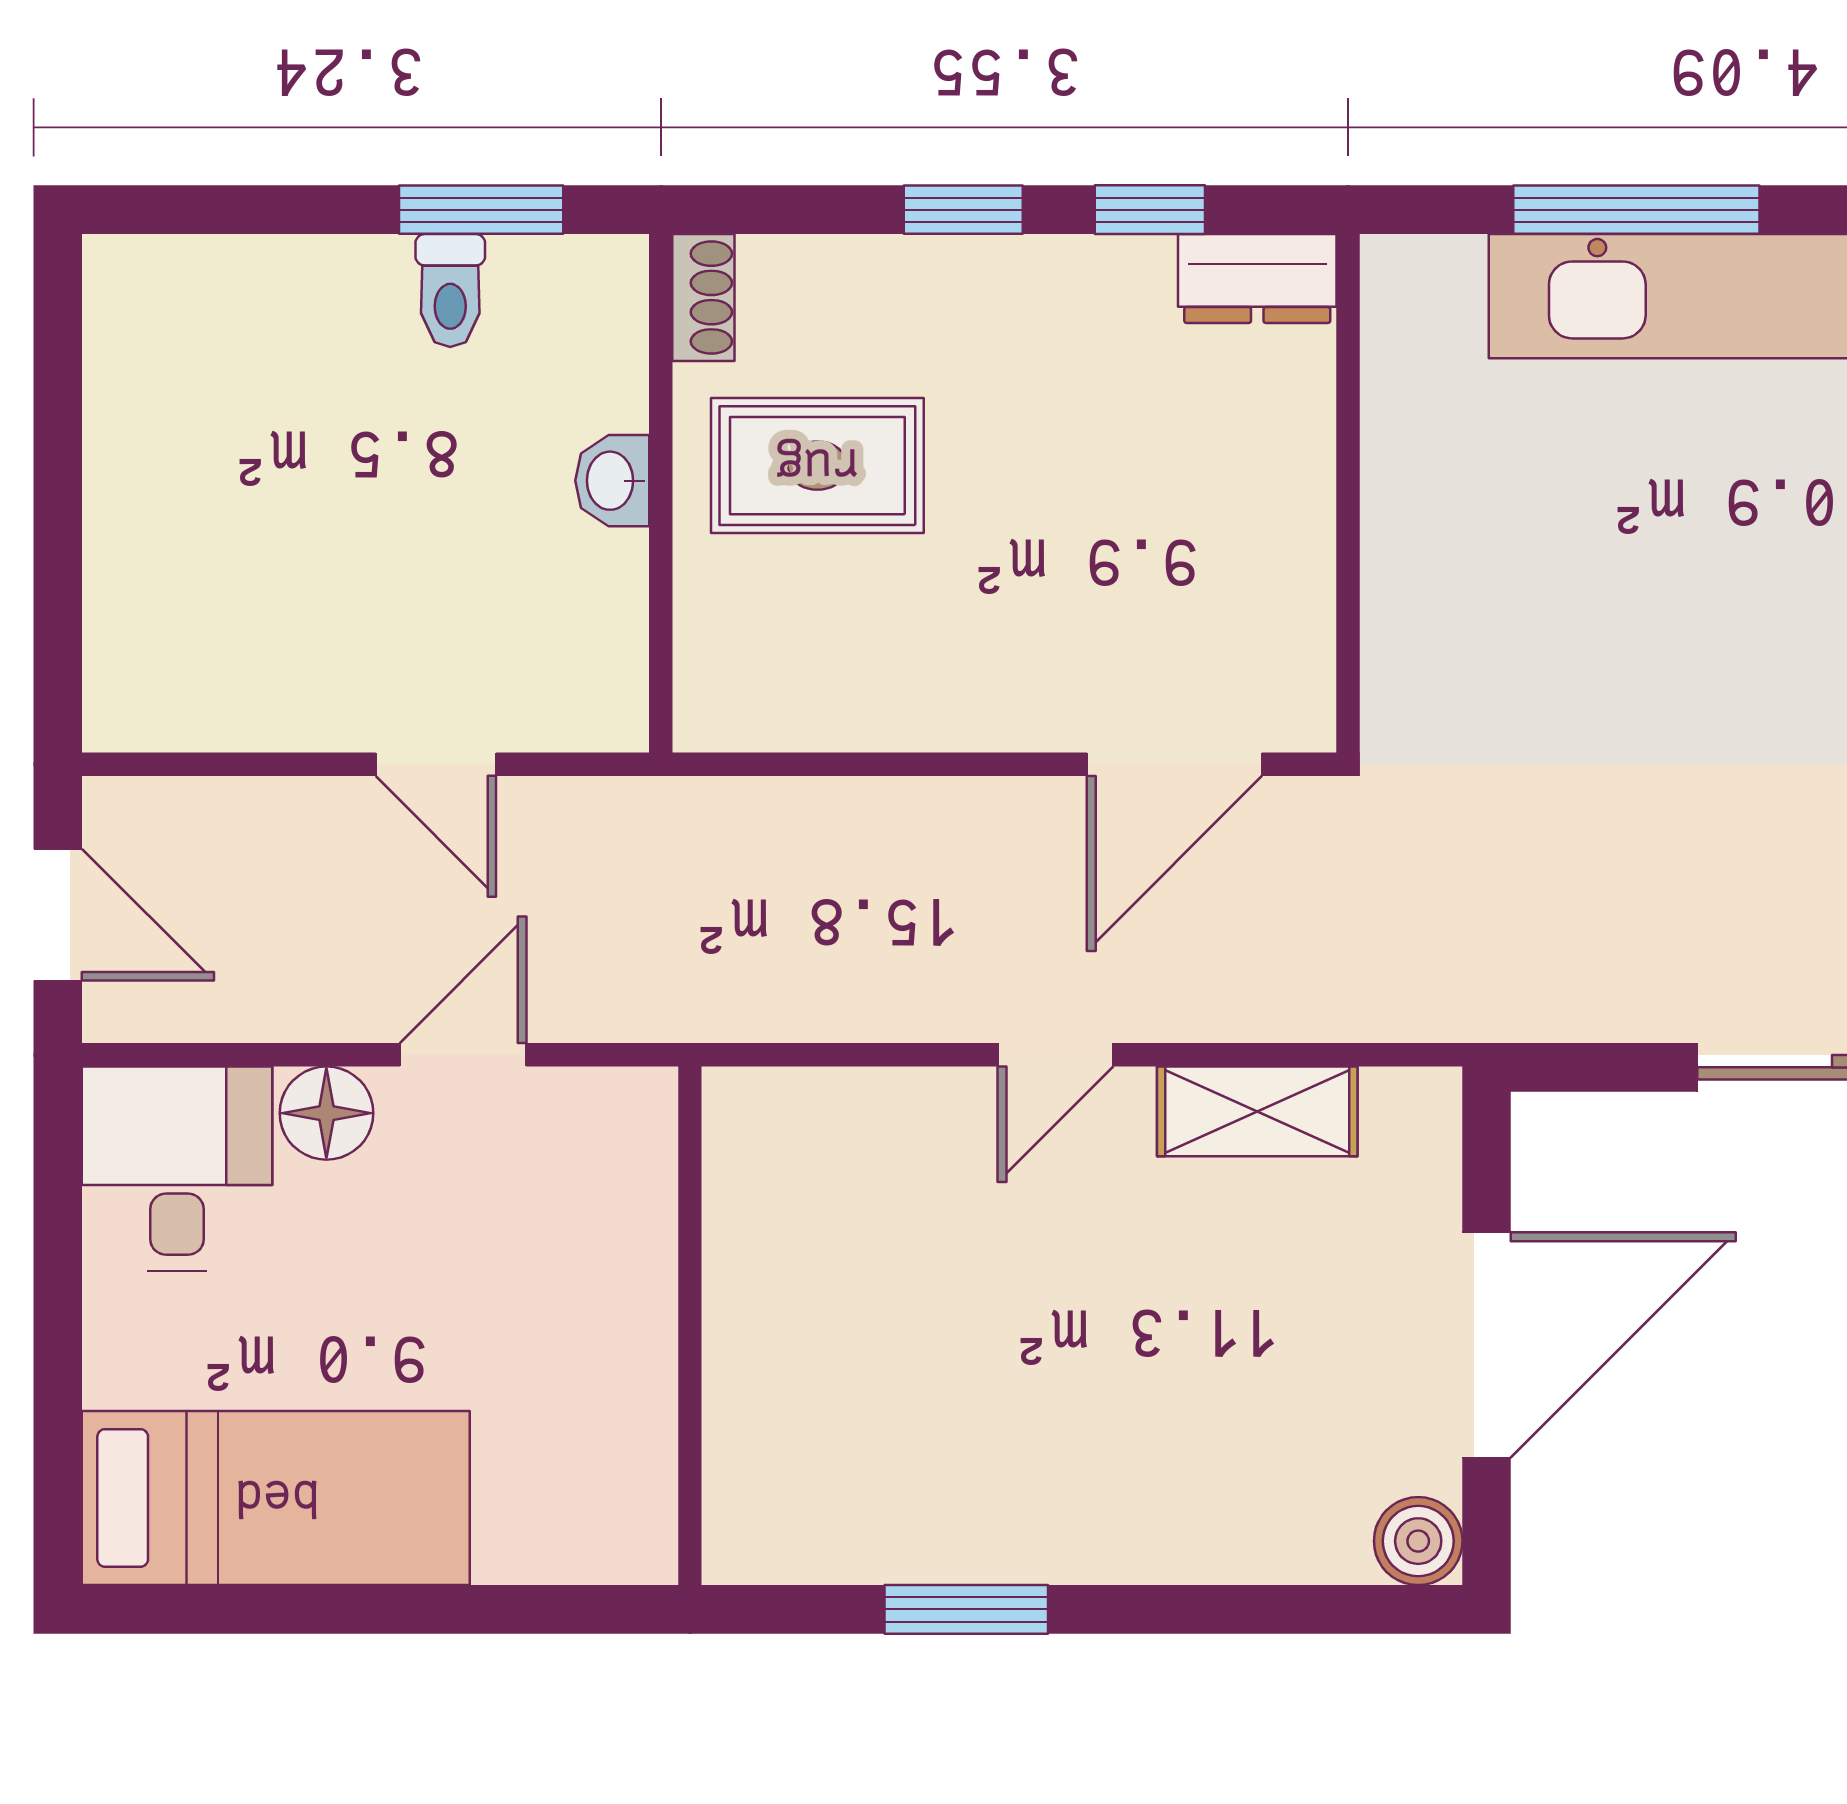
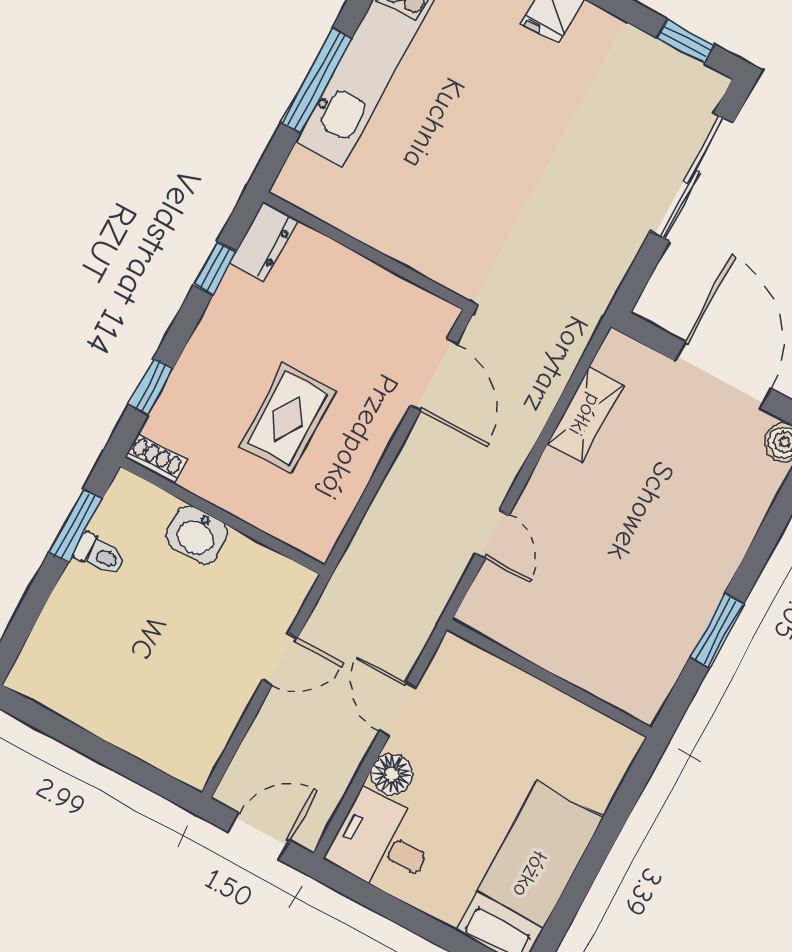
window: (963, 210) -> (151, 386), moved
rug: (817, 466) -> (288, 418), moved
washbasin: (612, 481) -> (197, 535), width x1.38, depth x1.45
door: (1056, 1055) -> (492, 534), moved

